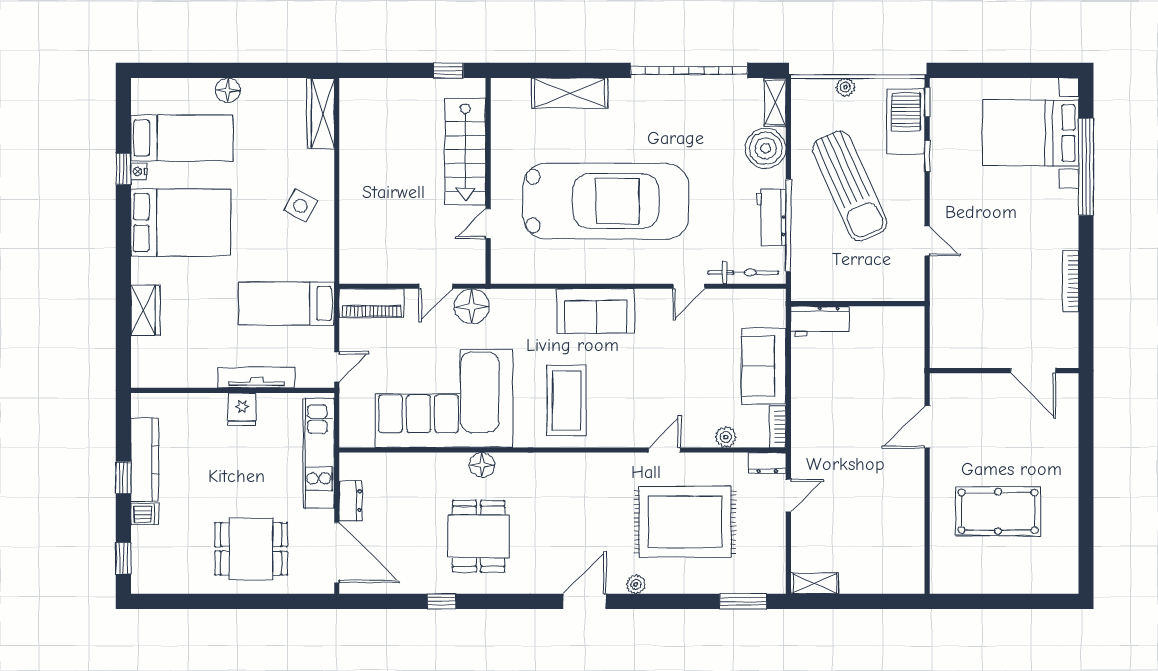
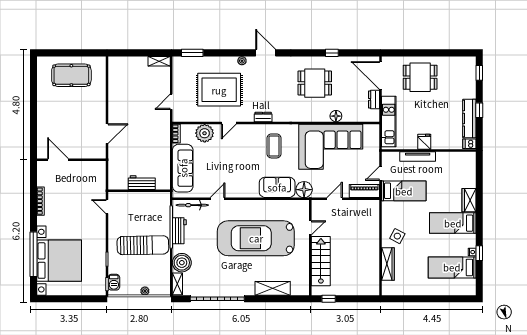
floor lamp: (228, 90) -> (431, 290), removed
wardrobe: (321, 113) -> (388, 264), moved
barbecue: (906, 121) -> (114, 282), width x0.53, depth x0.65
bed with nightstands: (1031, 133) -> (59, 261), width x1.36
sun lounger: (850, 186) -> (143, 245), turned 113
bed: (181, 223) -> (453, 223), width x0.67
door: (927, 241) -> (107, 207), moved
floor lamp: (472, 306) -> (304, 190), moved
wardrobe: (145, 310) -> (469, 200), moved
sofa: (596, 311) -> (277, 187), moved
workbench: (820, 321) -> (142, 183), moved
sofa: (764, 366) -> (183, 168), width x1.36
door: (337, 367) -> (380, 173), moved
coffee table: (567, 400) -> (274, 146), width x0.73, depth x0.76
plant: (726, 437) -> (205, 133), width x1.87, depth x1.87
dresser: (767, 463) -> (263, 117), moved
floor lamp: (482, 465) -> (336, 116), moved
pool table: (998, 511) -> (71, 75), moved
dishwasher: (145, 514) -> (469, 144), moved
dining table: (479, 536) -> (315, 83), turned 90
door: (585, 601) -> (266, 53), swing flipped

